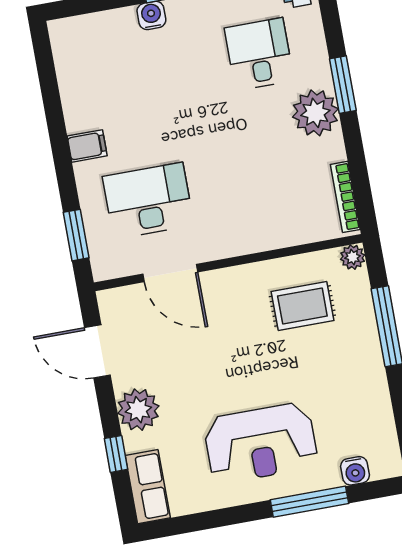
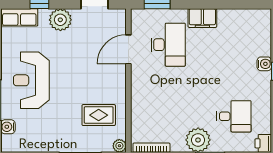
filing cabinet: (87, 146) -> (202, 18), width x2.00
rug: (302, 306) -> (99, 115), turned 90

